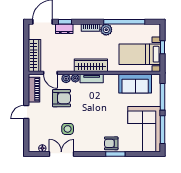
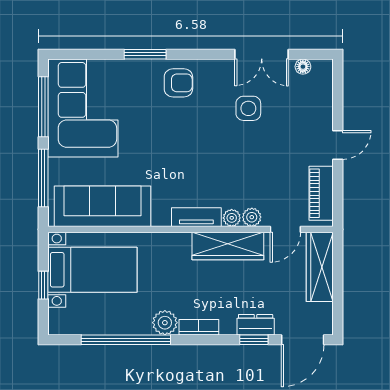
wardrobe: (91, 65) -> (228, 246), moved
door: (50, 73) -> (285, 229), swing flipped
sofa: (135, 84) -> (103, 206), width x1.36
armchair: (62, 98) -> (262, 175), removed
armchair: (111, 143) -> (178, 83), moved

